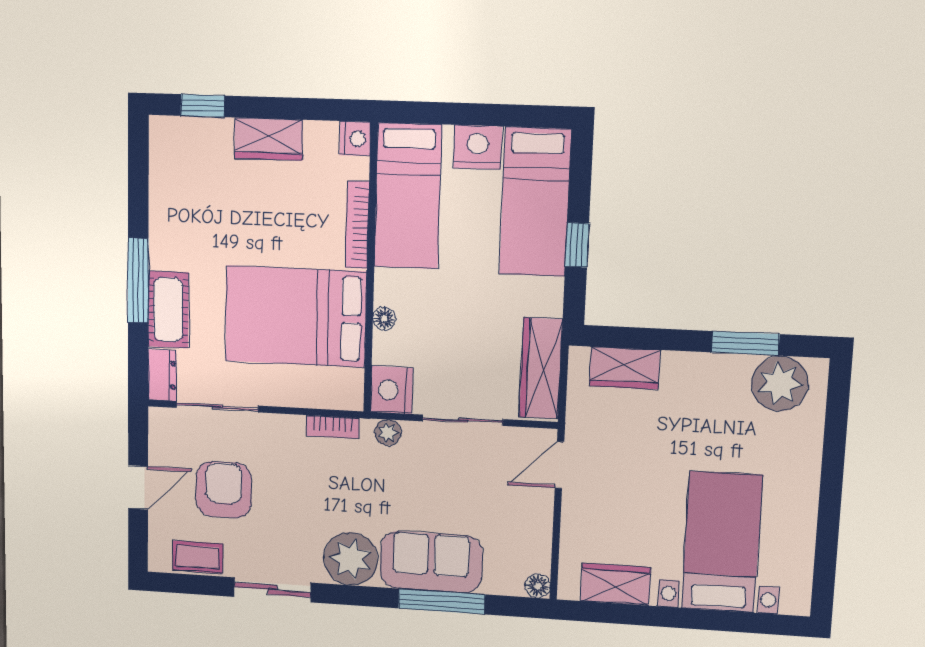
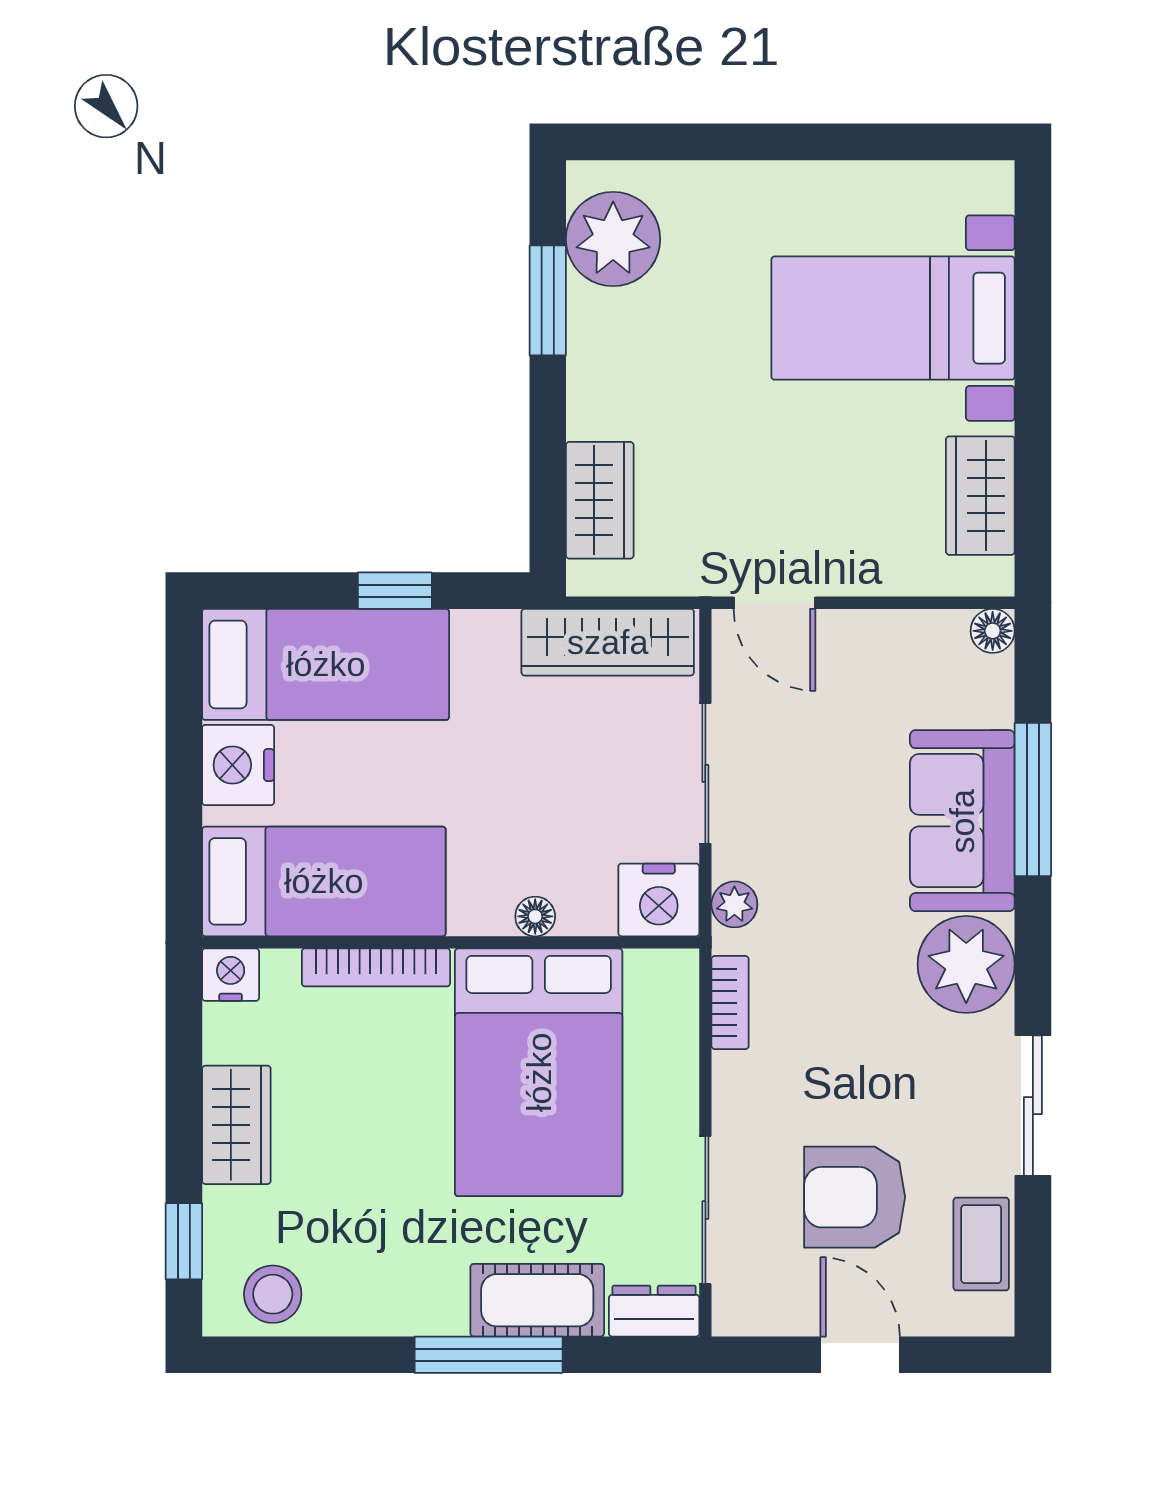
stool: (172, 157) -> (273, 1294), added

